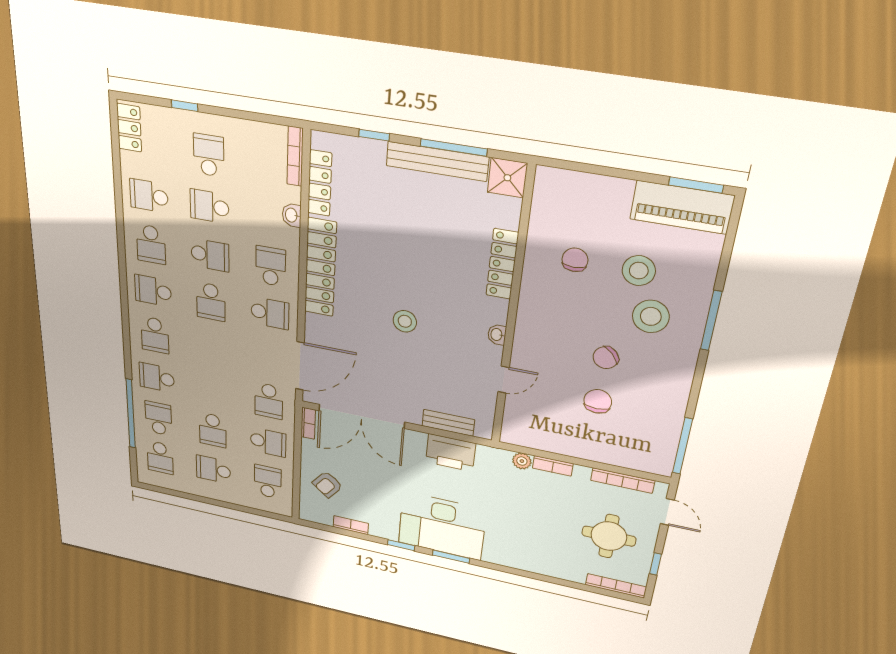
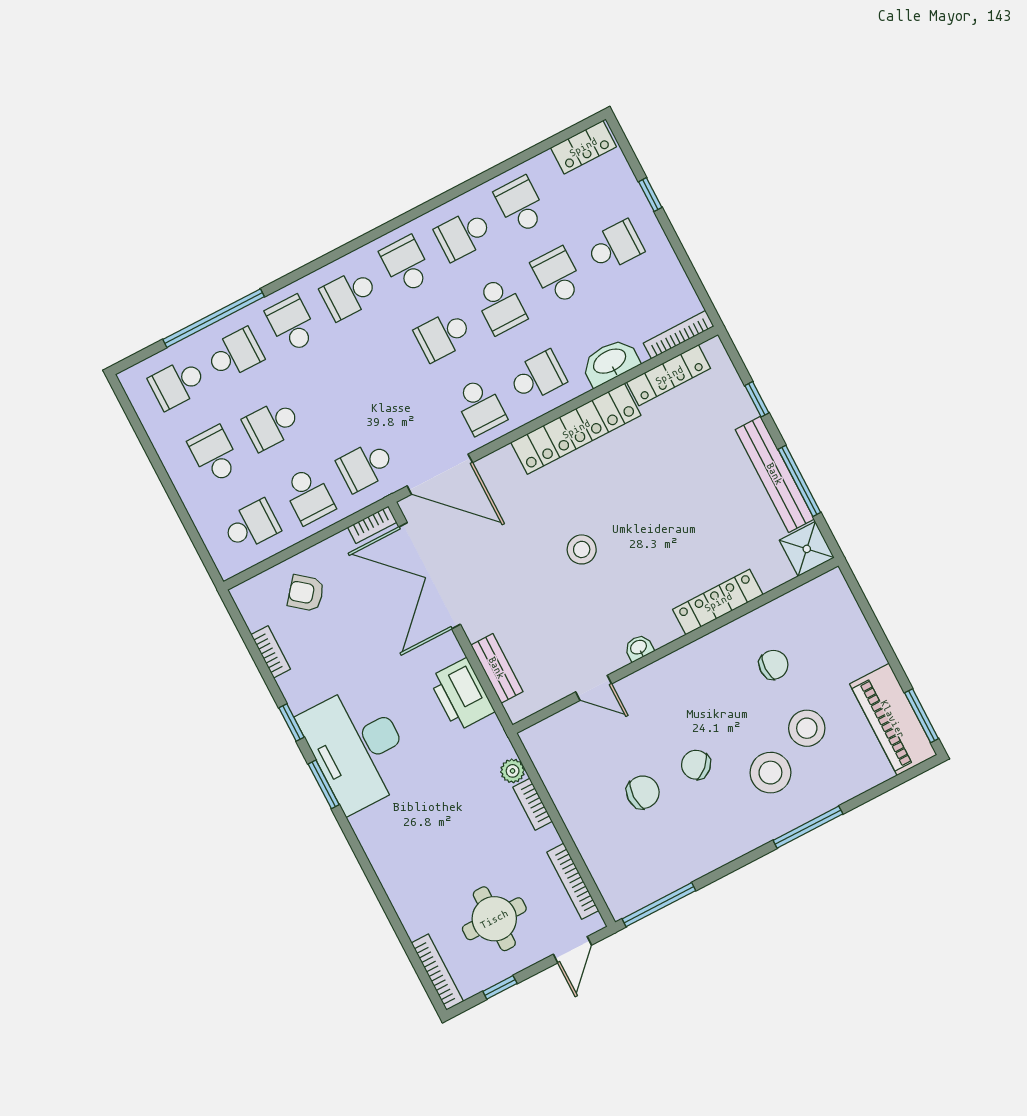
washbasin: (292, 215) -> (610, 362), width x1.91, depth x1.45

